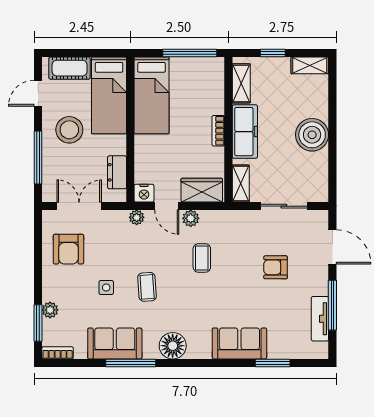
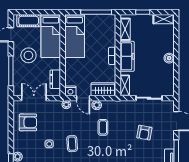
boiler: (312, 135) -> (169, 58), width x0.54, depth x0.54
armchair: (68, 249) -> (28, 122), turned -90
armchair: (276, 267) -> (144, 133), turned -80

